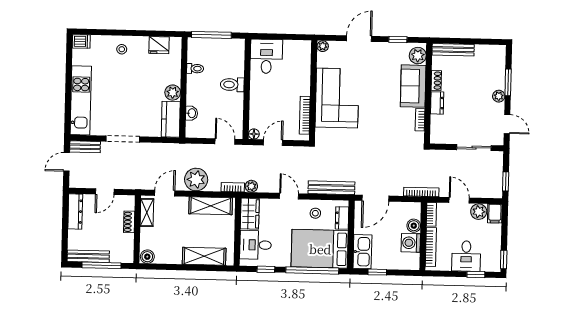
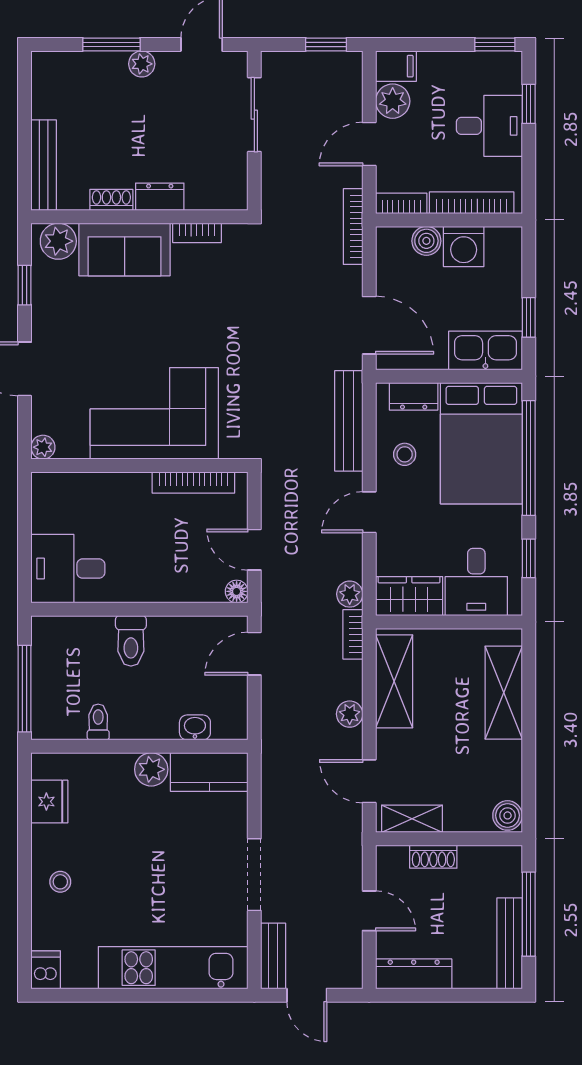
plant: (196, 179) -> (350, 714), width x0.53, depth x0.53

